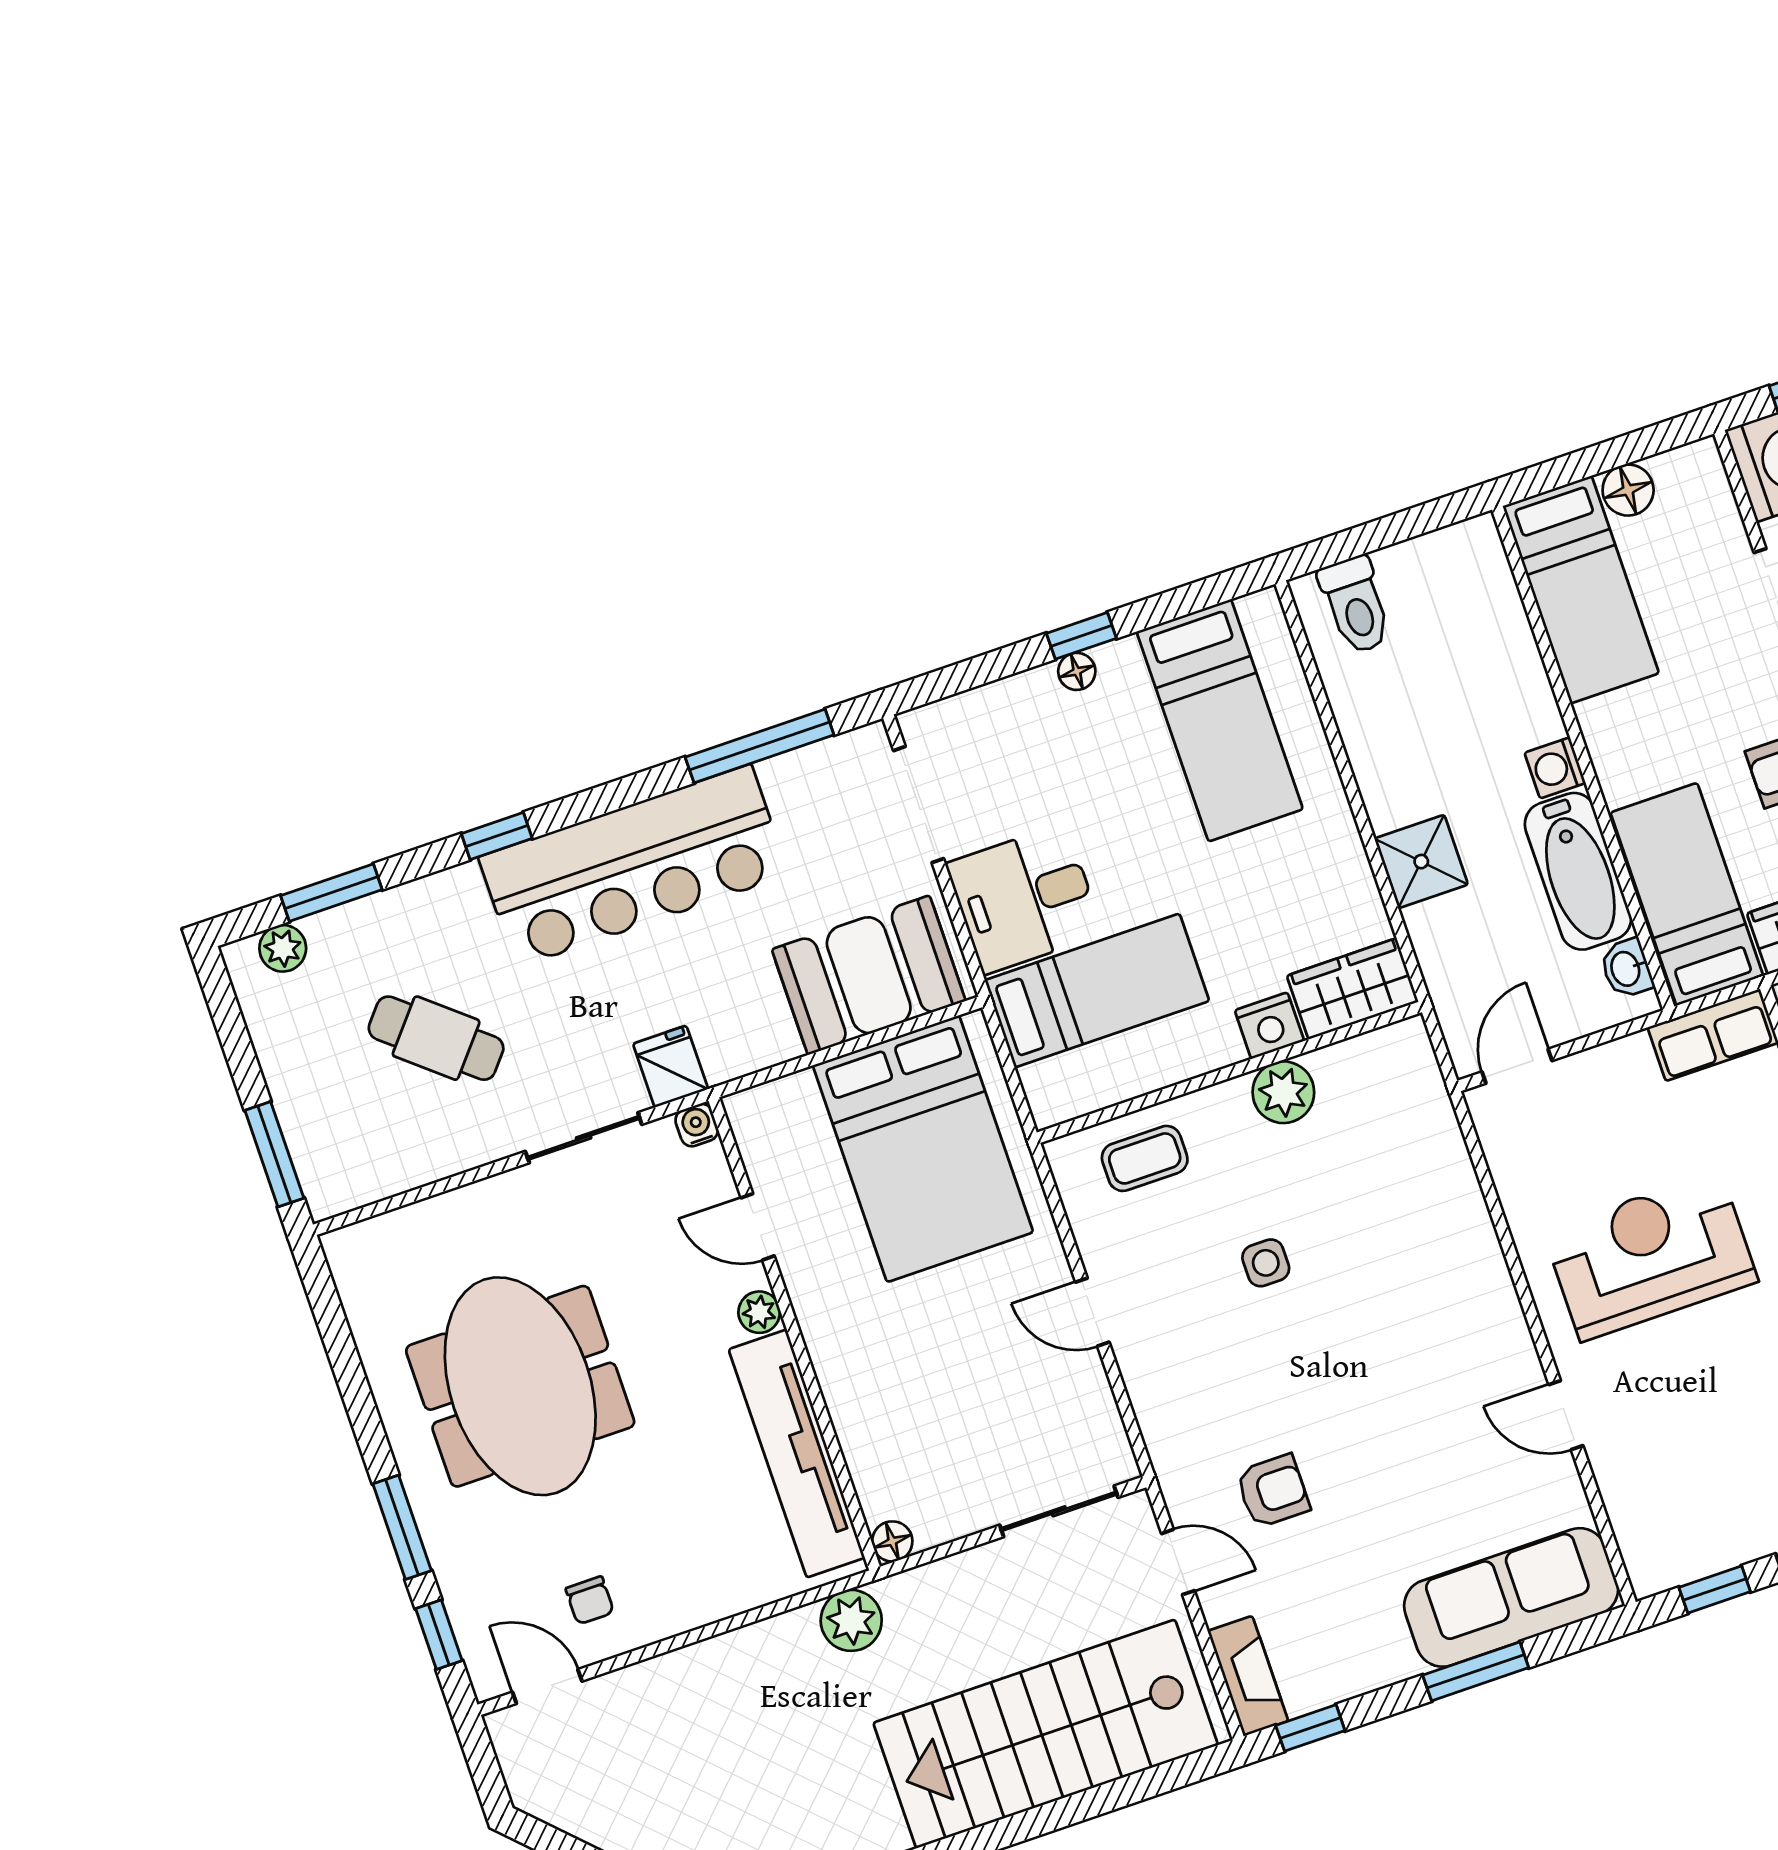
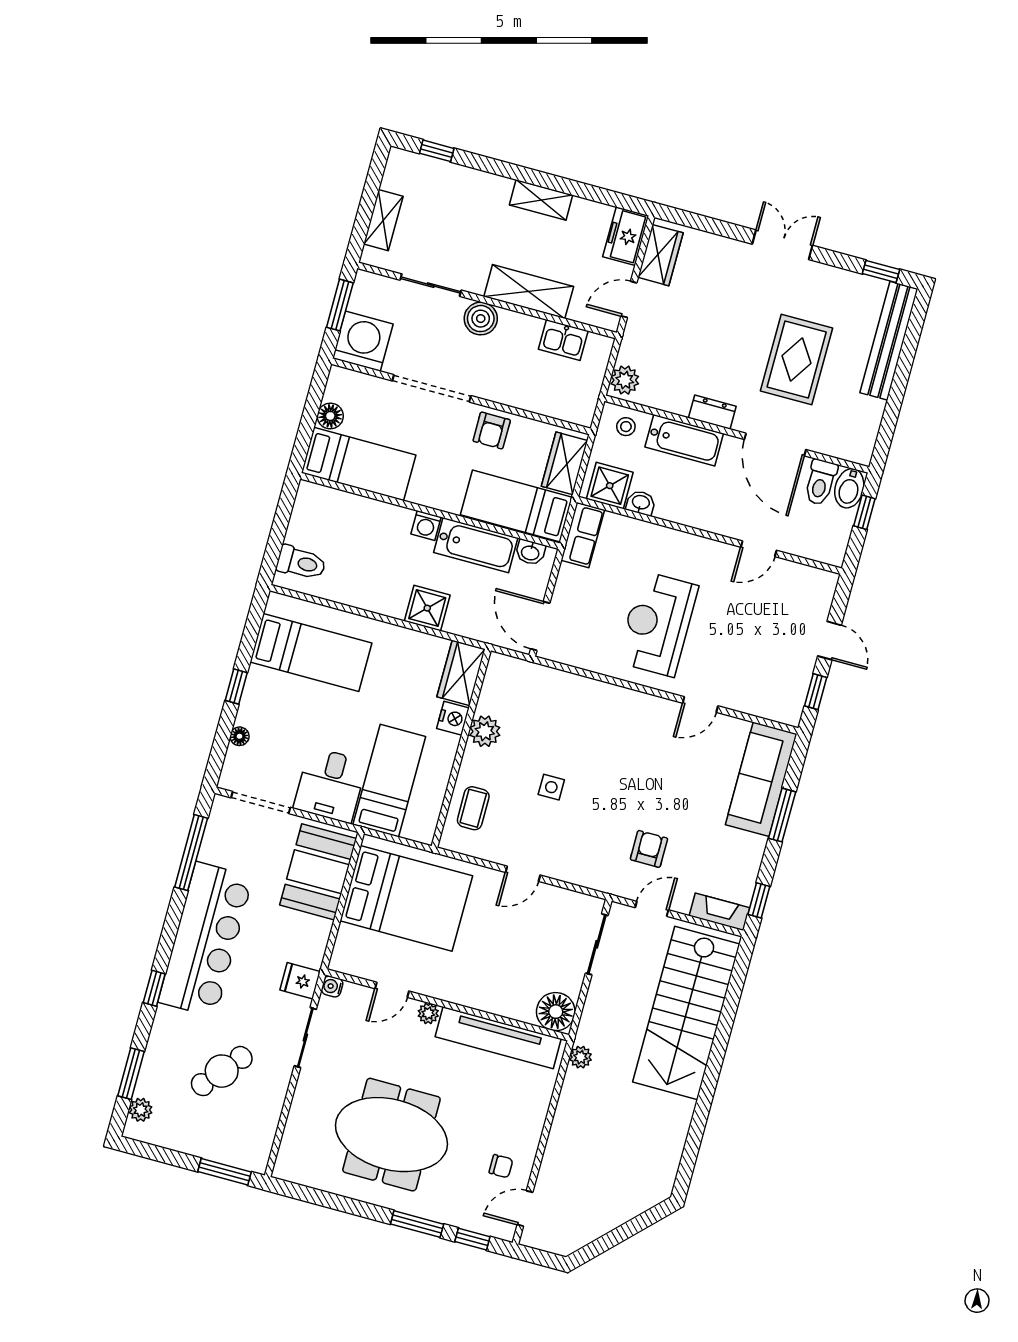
floor lamp: (1077, 671) -> (240, 736), moved
door: (1517, 1066) -> (540, 626), width x1.38
floor lamp: (892, 1541) -> (556, 1012), width x1.89, depth x1.89
plant: (851, 1620) -> (581, 1057), width x0.73, depth x0.73

